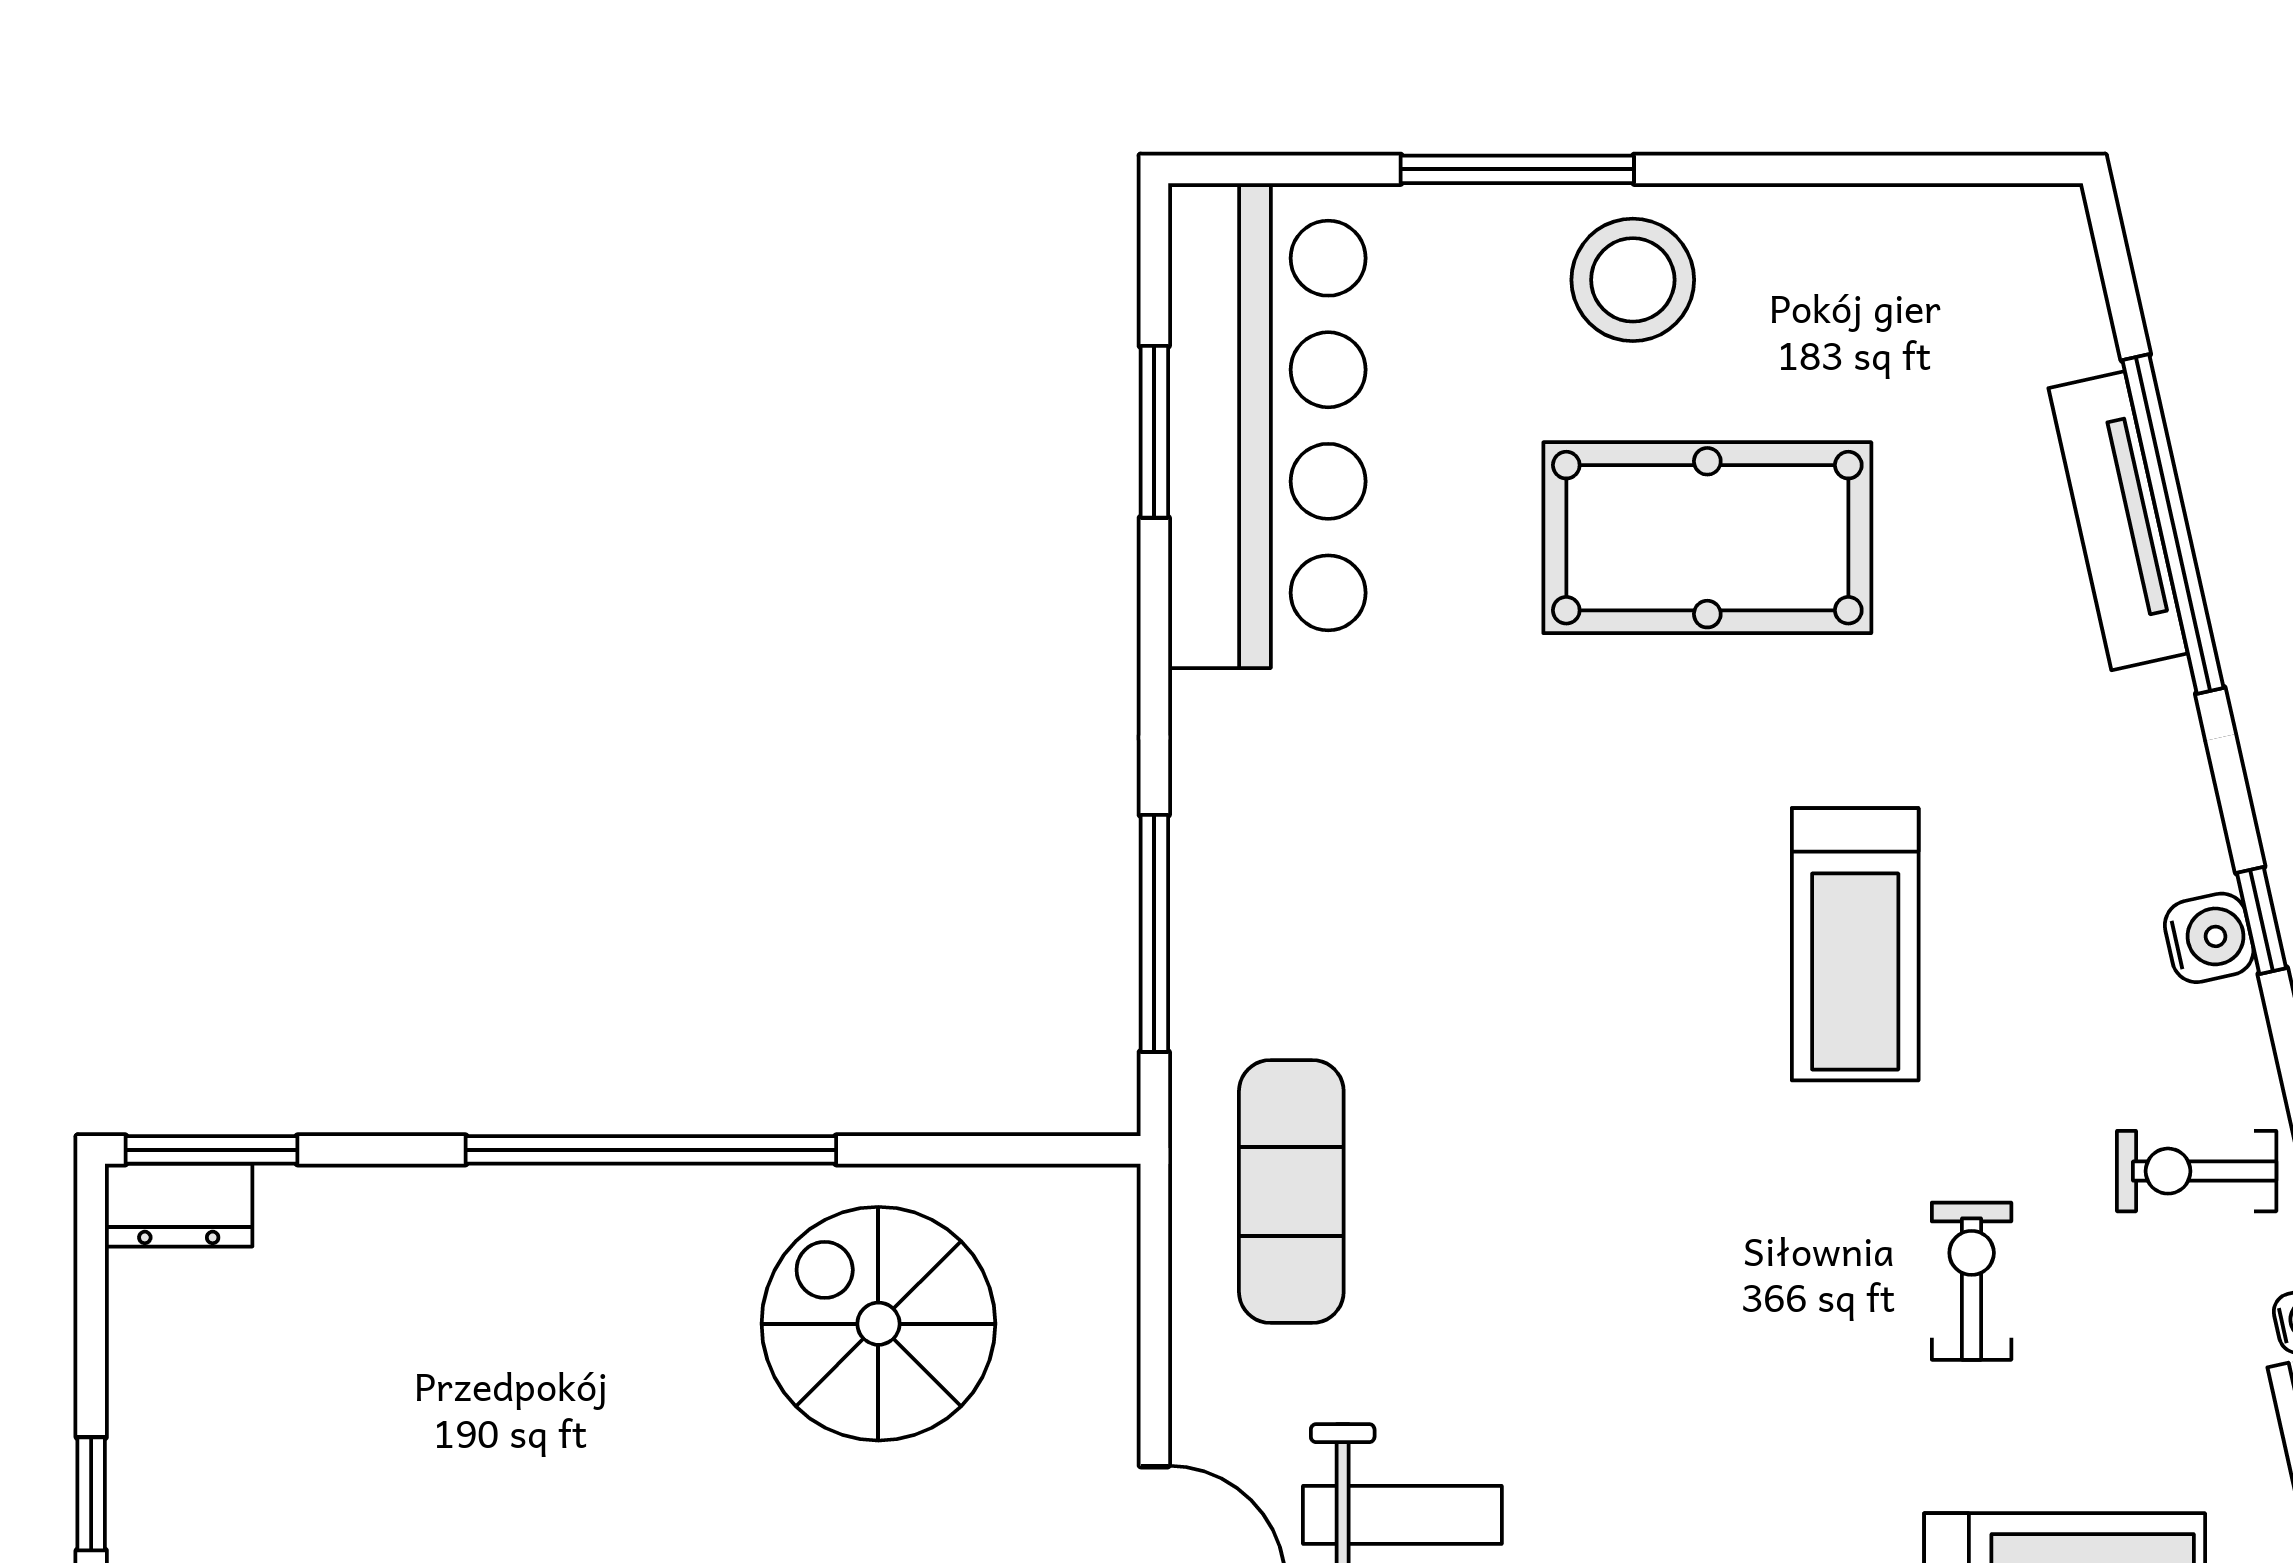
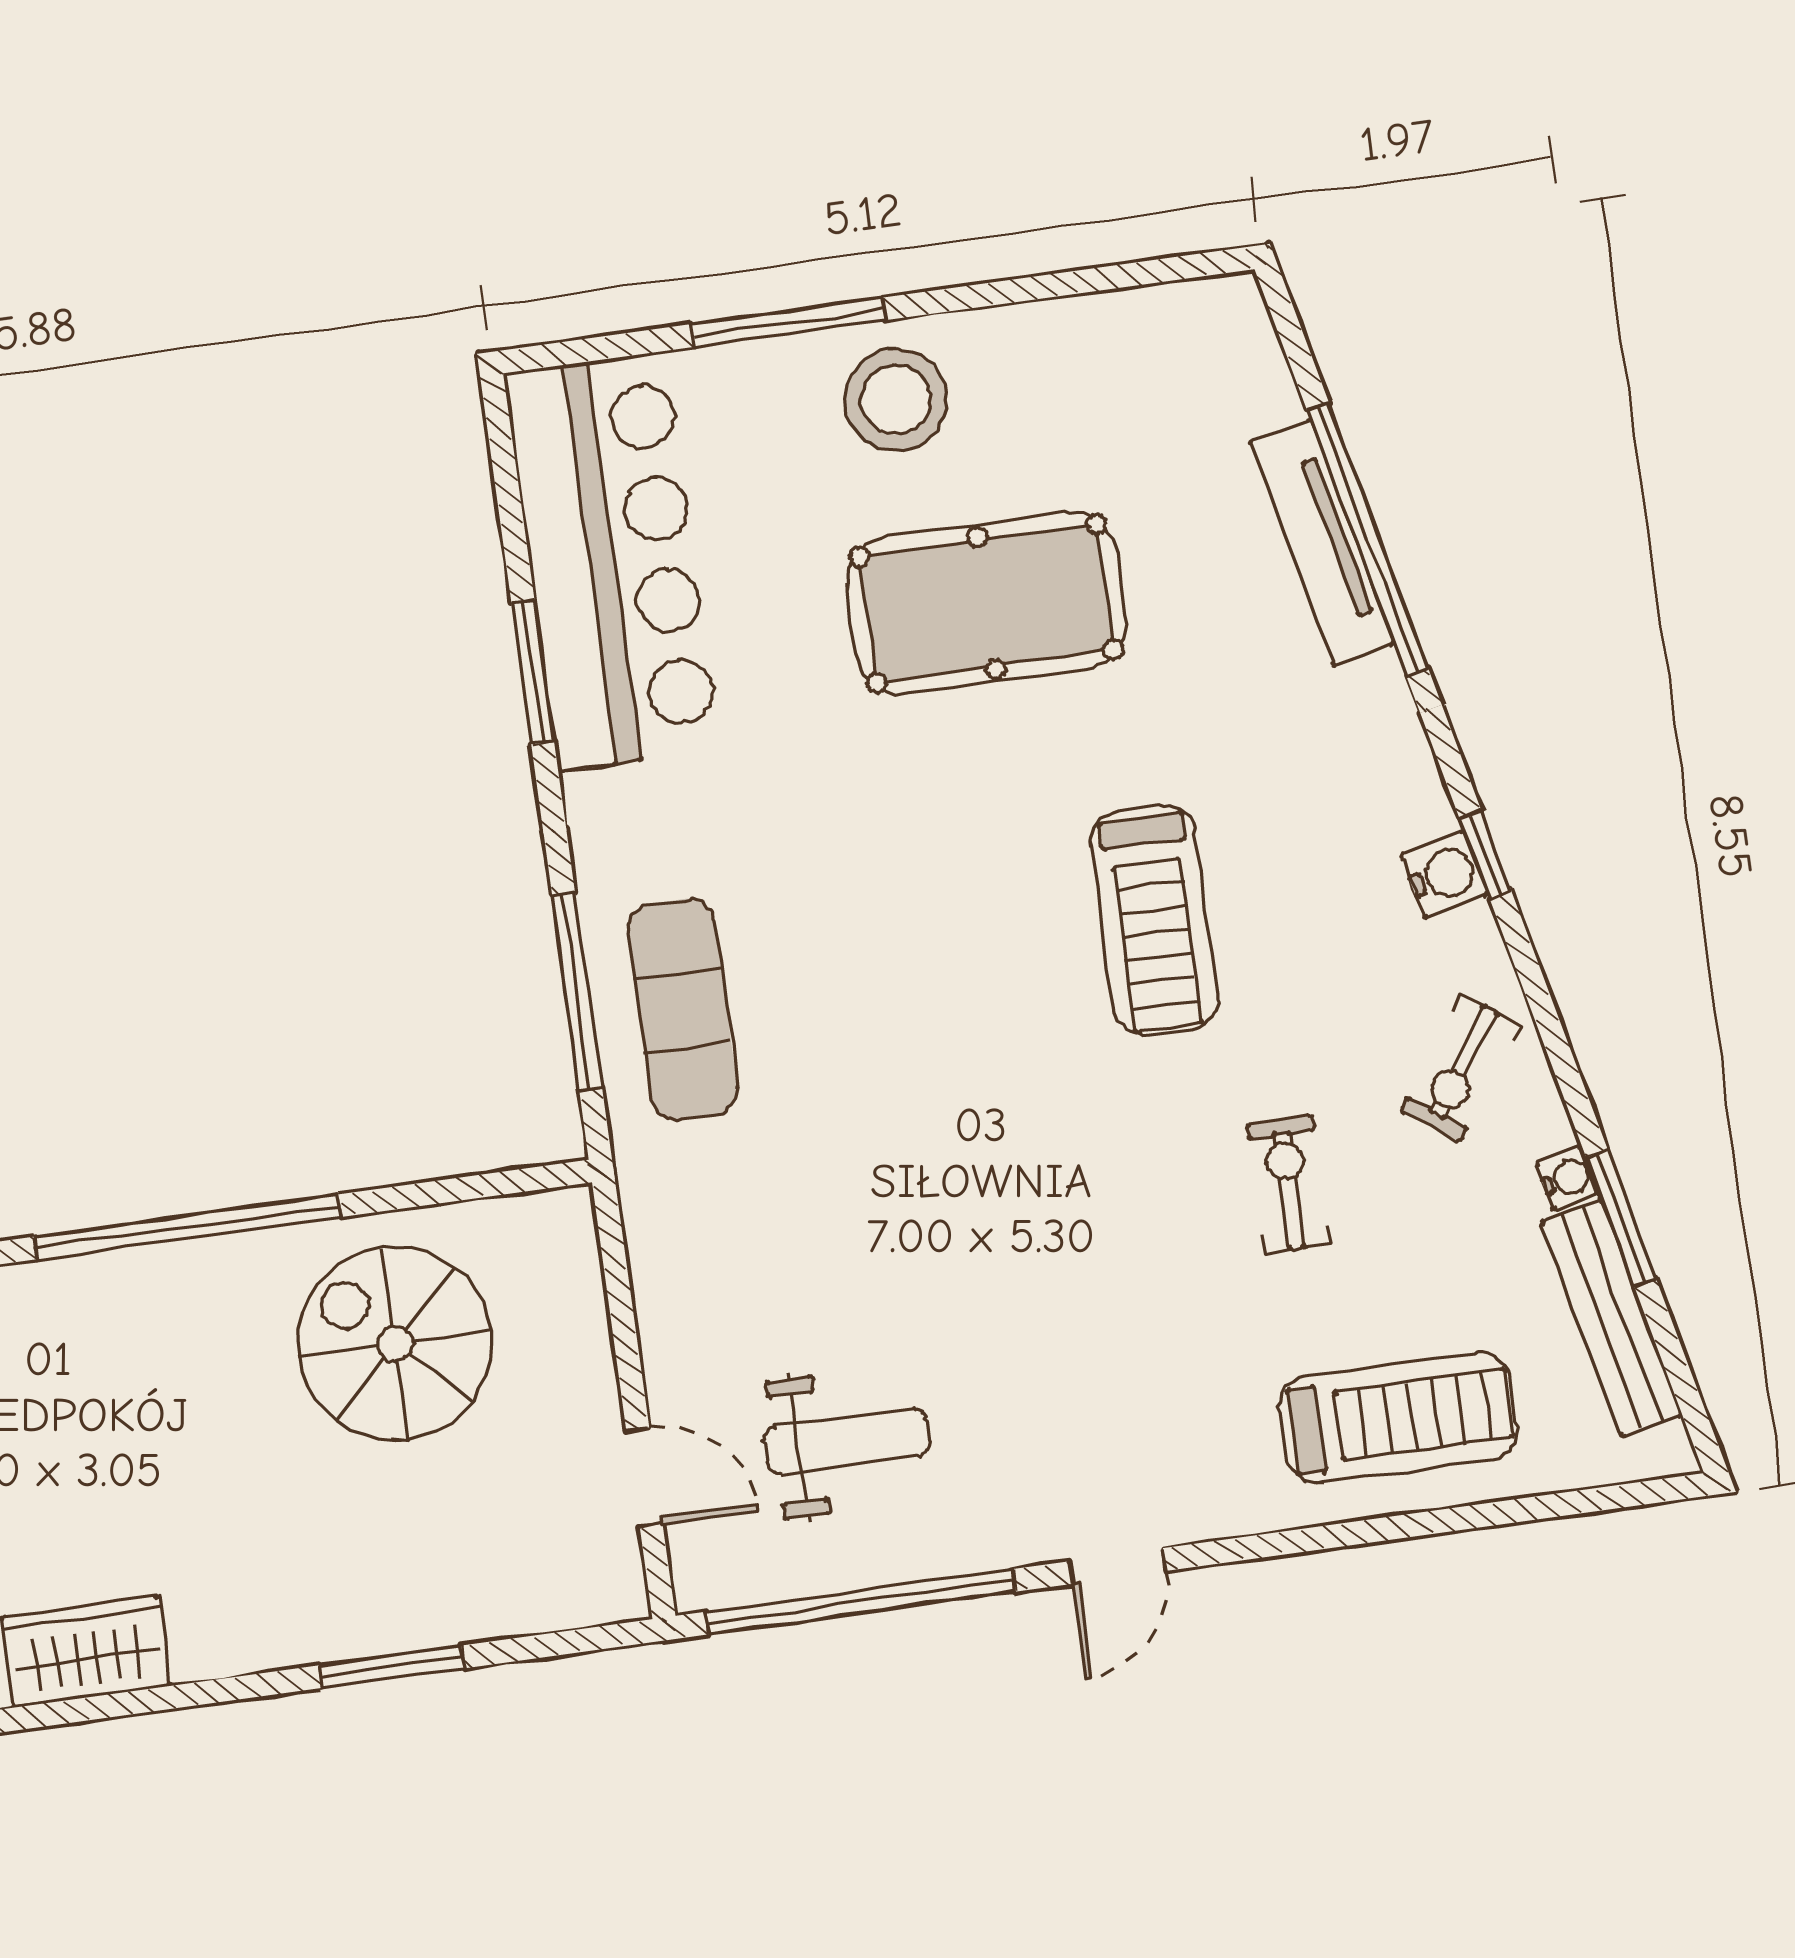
window: (1154, 432) -> (533, 672), moved
exercise bike: (2197, 1171) -> (1461, 1068), turned -55
exercise mat: (1291, 1191) -> (683, 1009), moved

